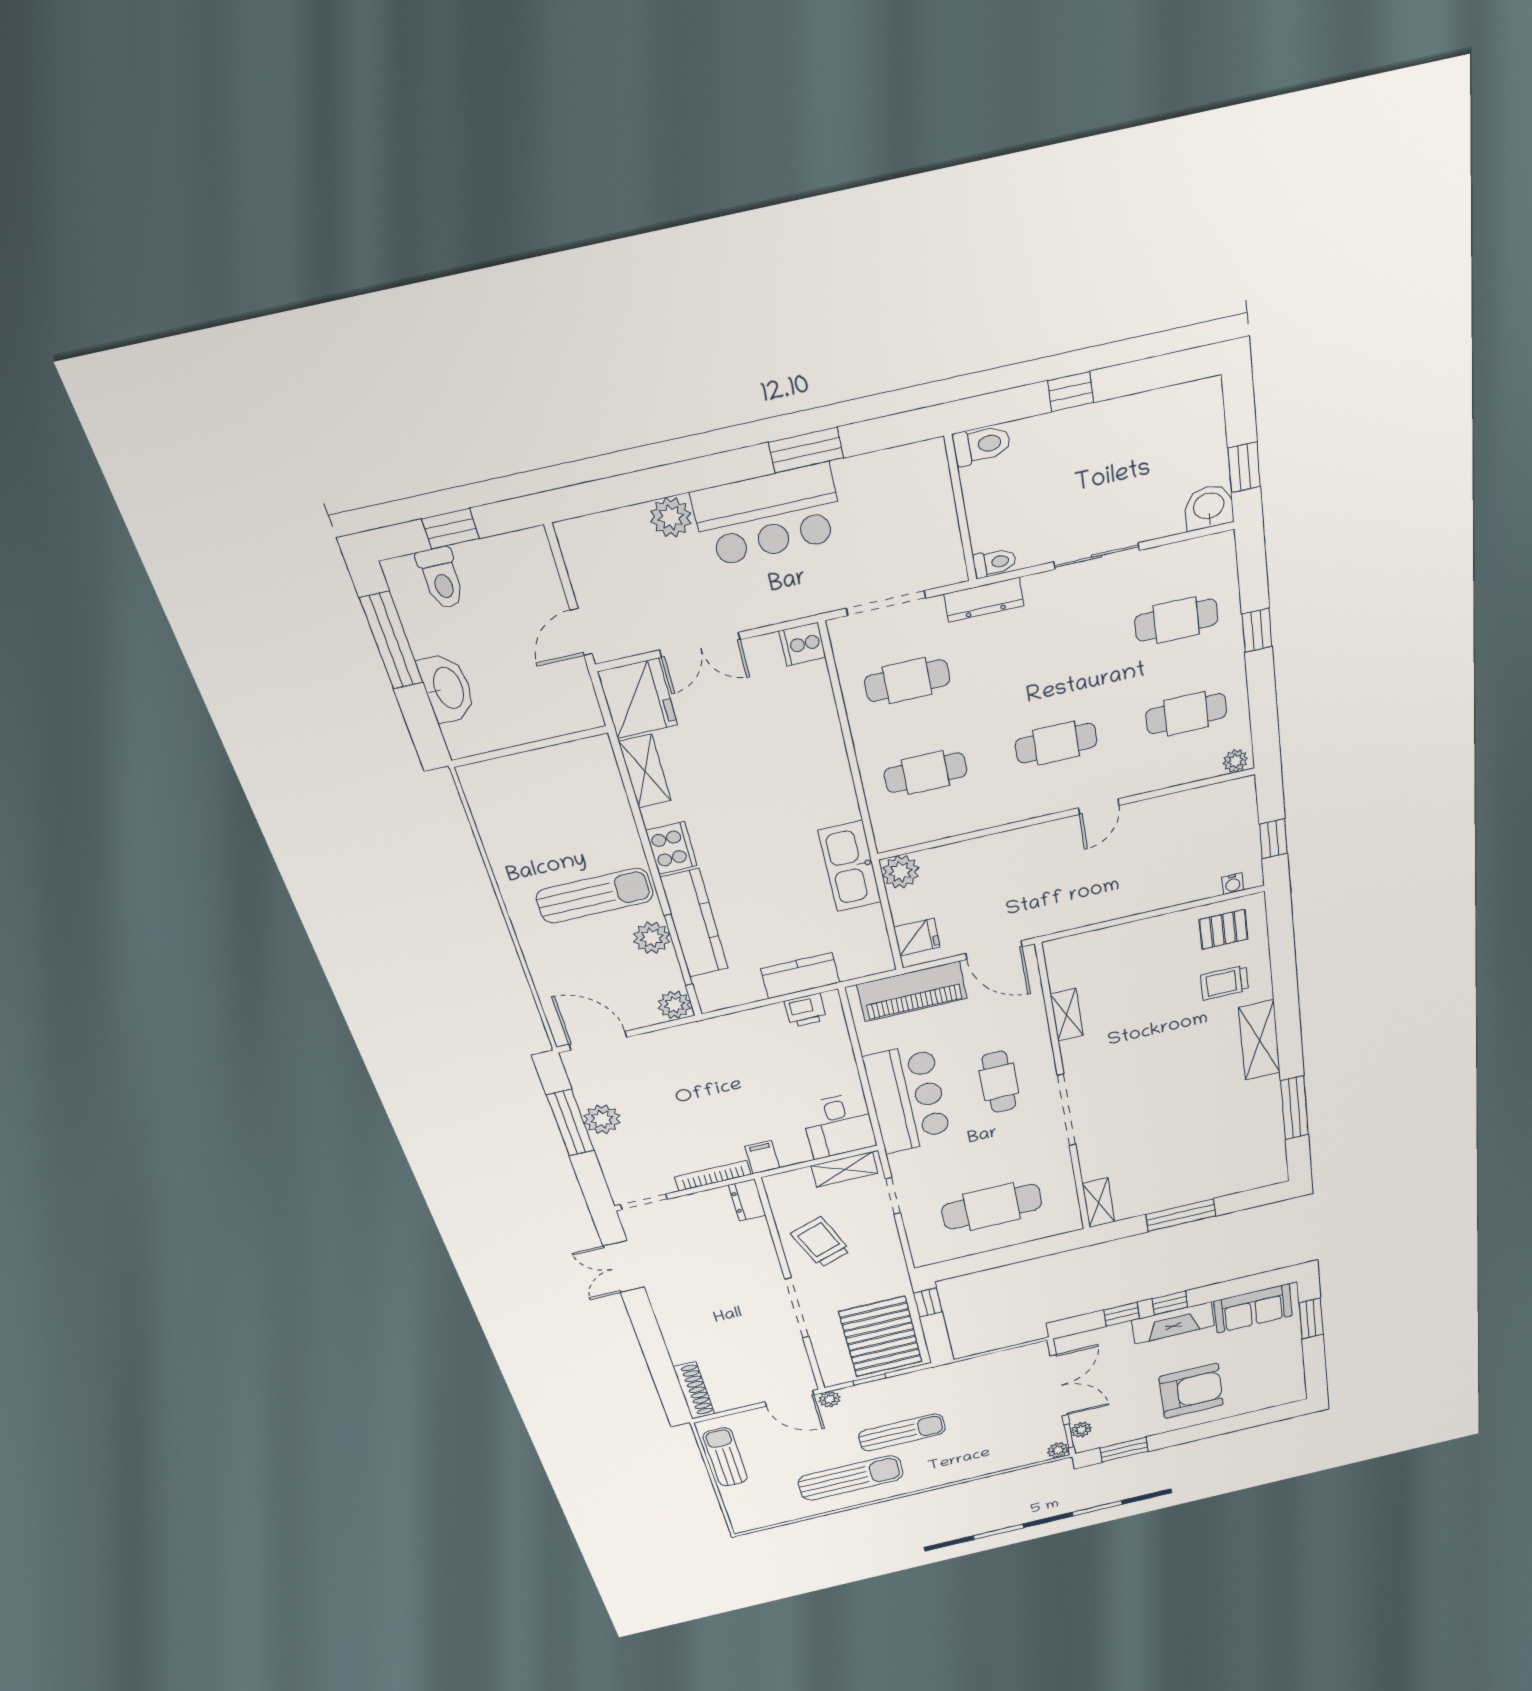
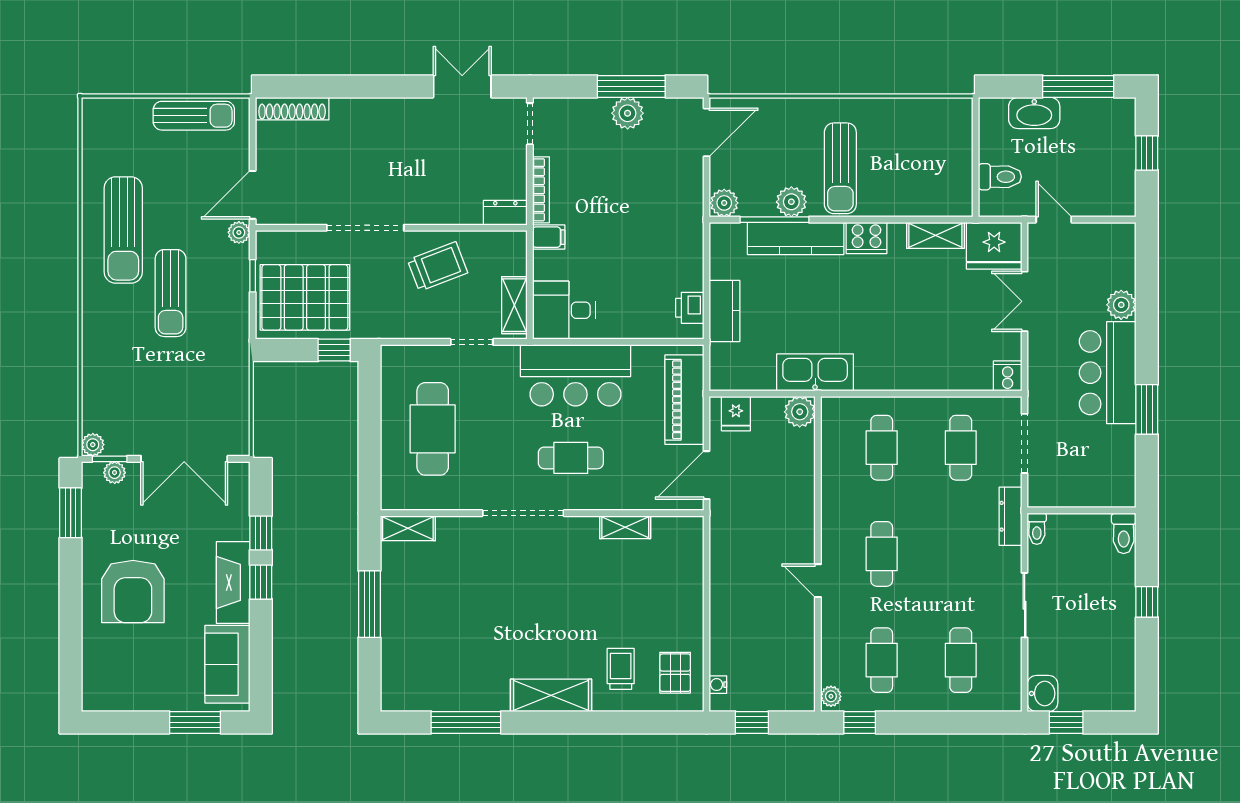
toilet: (441, 578) -> (1000, 177), moved, turned 180
window: (1257, 630) -> (860, 722), moved

